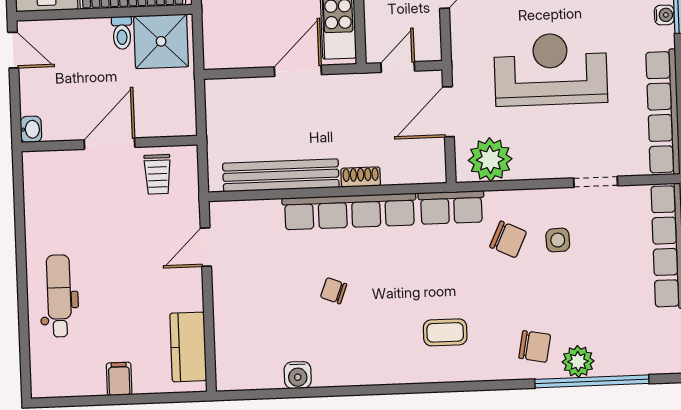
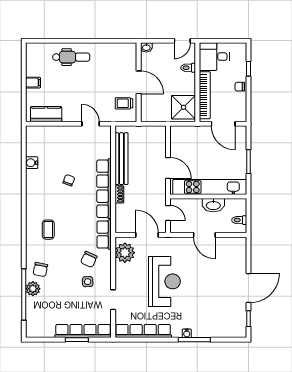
toilet: (122, 33) -> (188, 68), moved

